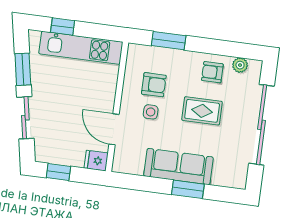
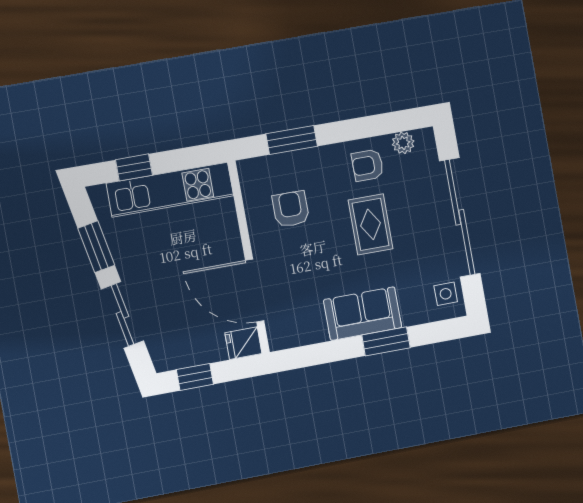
armchair: (154, 85) -> (291, 209), turned -90
rug: (202, 111) -> (371, 224), turned 90
side table: (151, 112) -> (446, 294), moved
door: (114, 129) -> (255, 291), width x1.36
sofa: (178, 167) -> (363, 314), width x0.73

